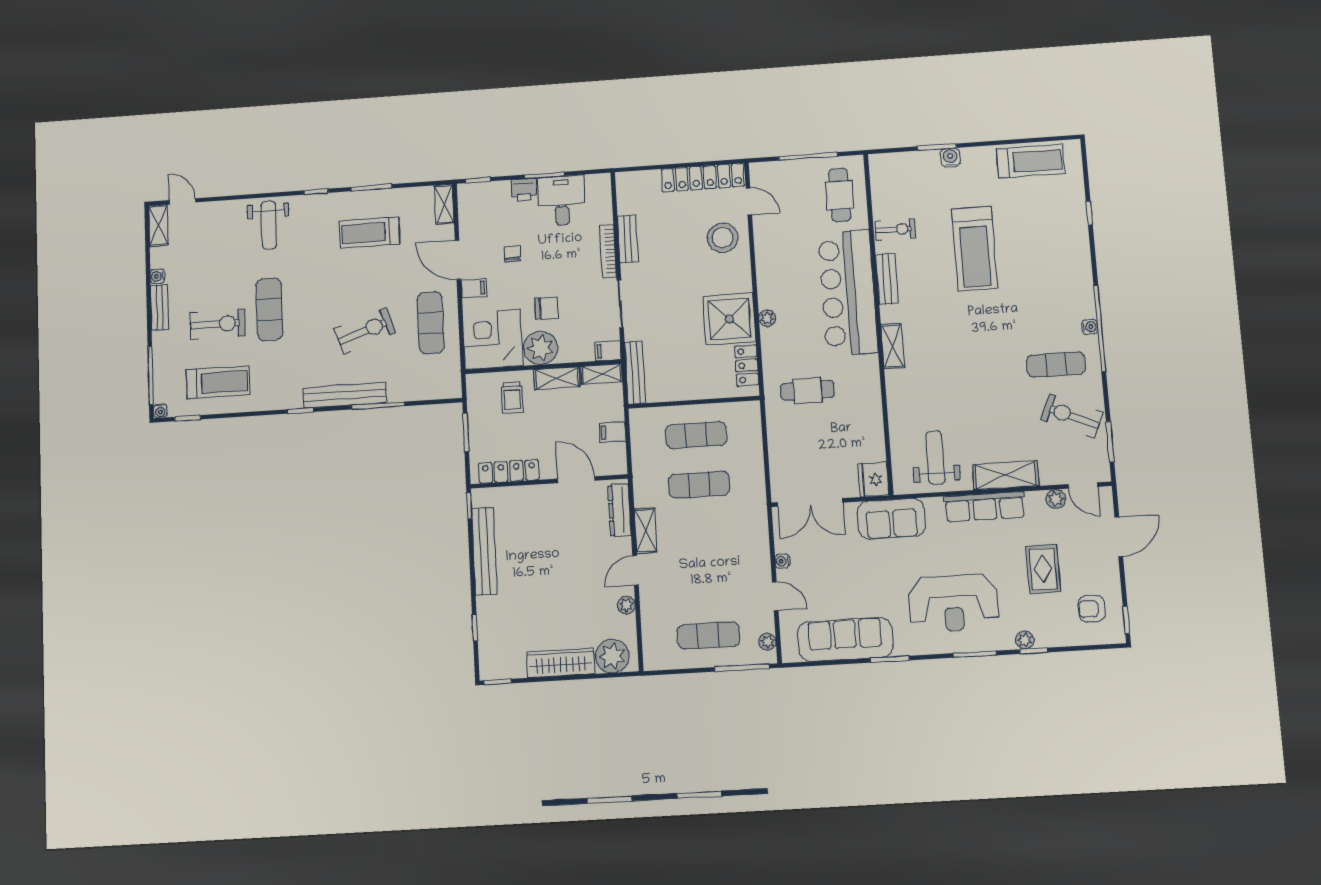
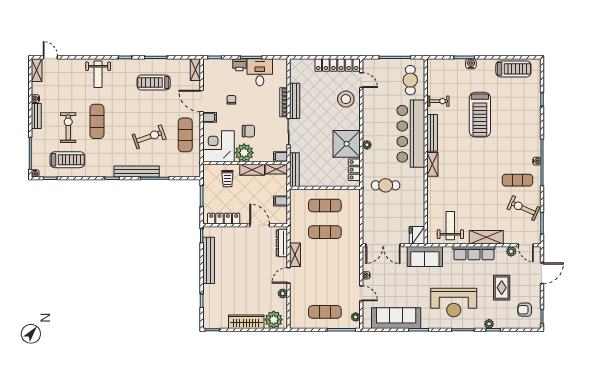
bench: (628, 239) -> (295, 101), width x1.36
bench: (887, 279) -> (432, 133), width x1.36
exercise bike: (218, 324) -> (68, 128), turned -90

